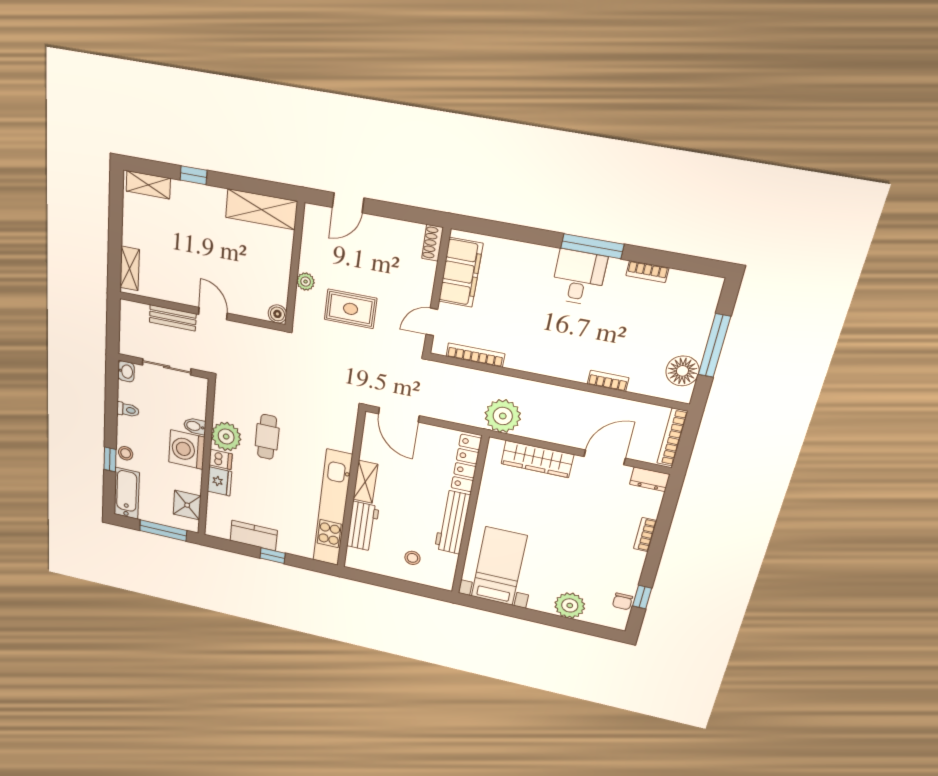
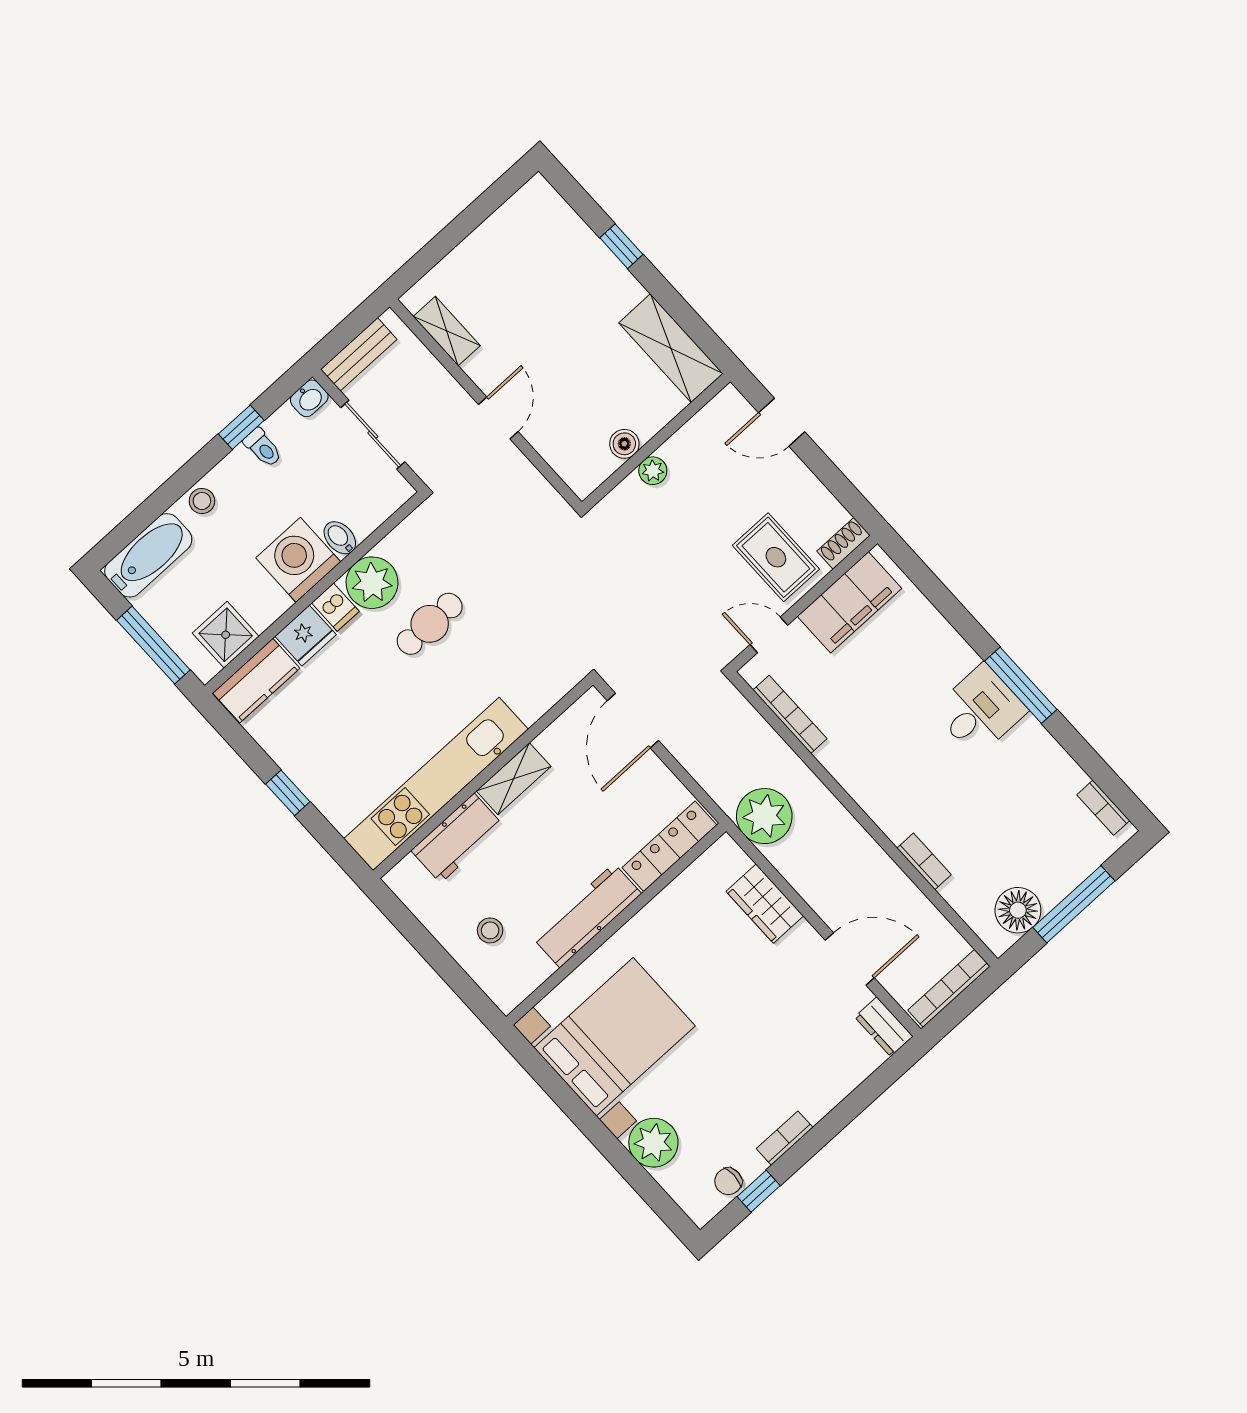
shelving: (148, 185) -> (555, 211), removed
shelving: (130, 268) -> (447, 331), moved, turned 90
bookcase: (647, 272) -> (1103, 808), moved
rug: (351, 309) -> (776, 557), moved
boiler: (277, 314) -> (624, 444), moved
bench: (173, 318) -> (359, 354), moved, turned 90
window: (110, 459) -> (241, 427), moved
wardrobe: (537, 459) -> (765, 904), width x0.67
bookcase: (645, 535) -> (785, 1138), moved
kitchen counter: (254, 536) -> (256, 681), moved, turned 90
bed with nightstands: (499, 566) -> (615, 1037), width x1.36

